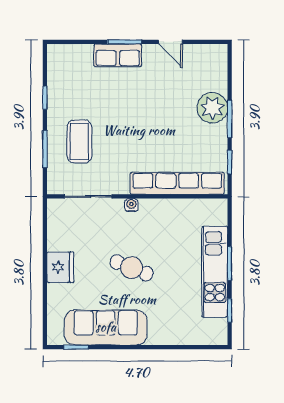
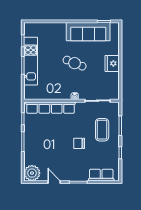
row of seats: (118, 55) -> (101, 175), moved
plant: (212, 108) -> (32, 173), moved
chair: (123, 115) -> (79, 143), added

